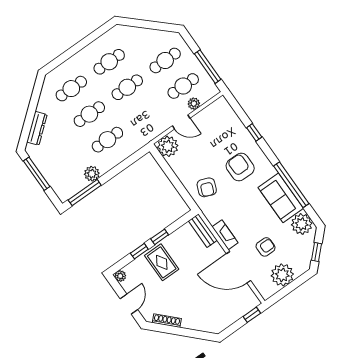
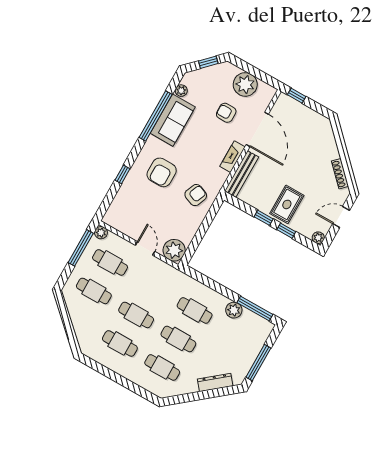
plant: (194, 104) -> (101, 233), moved
plant: (302, 224) -> (181, 91), width x0.53, depth x0.53
bench: (203, 231) -> (242, 174), width x1.36

